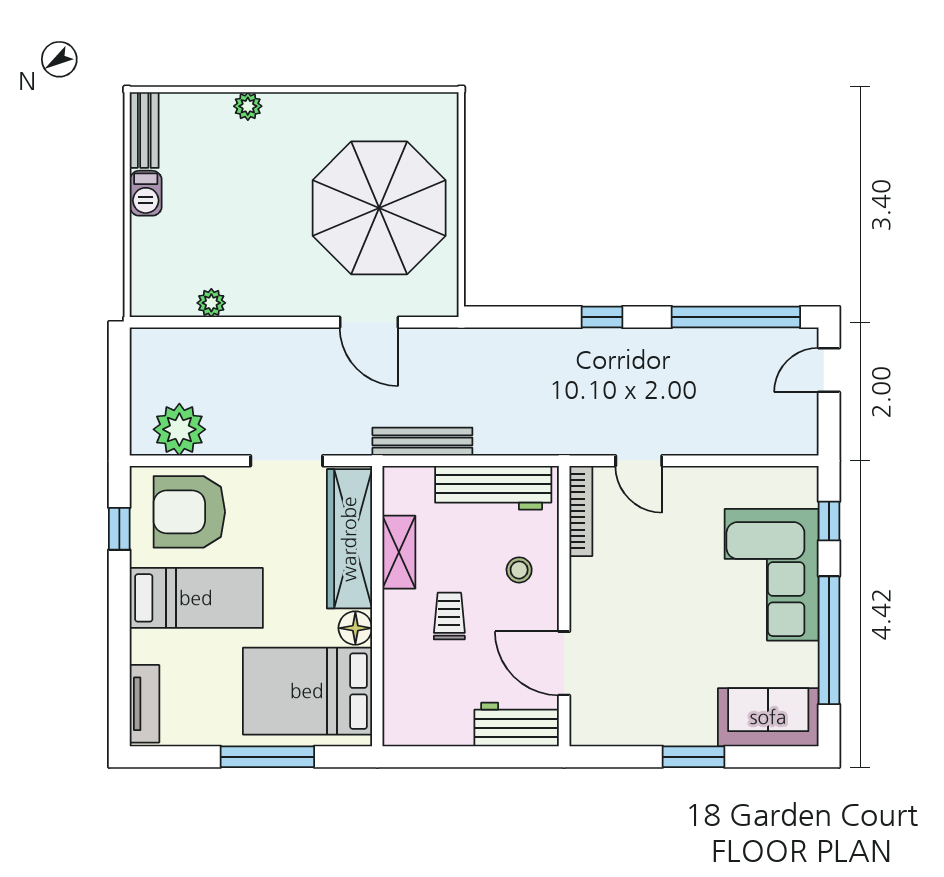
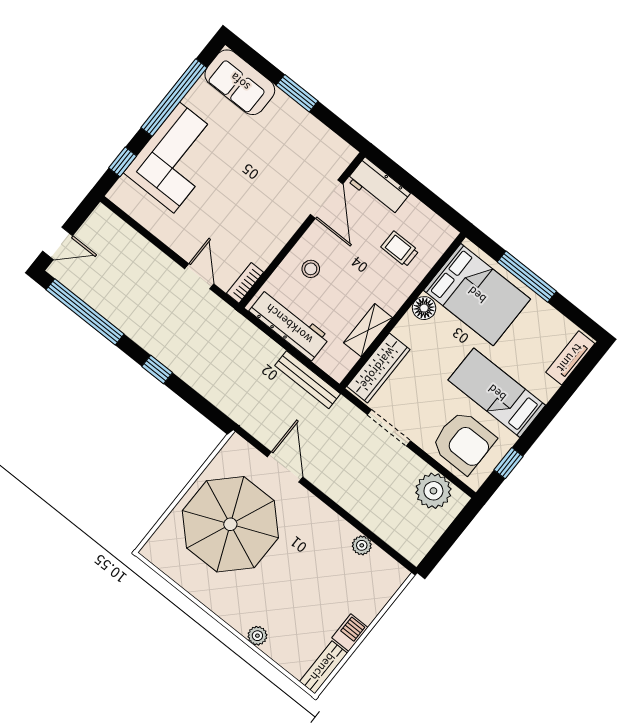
bookcase: (581, 511) -> (245, 283), width x0.64
wardrobe: (349, 539) -> (378, 368), width x0.71, depth x0.85
trolley: (449, 616) -> (400, 249), moved, turned 90

